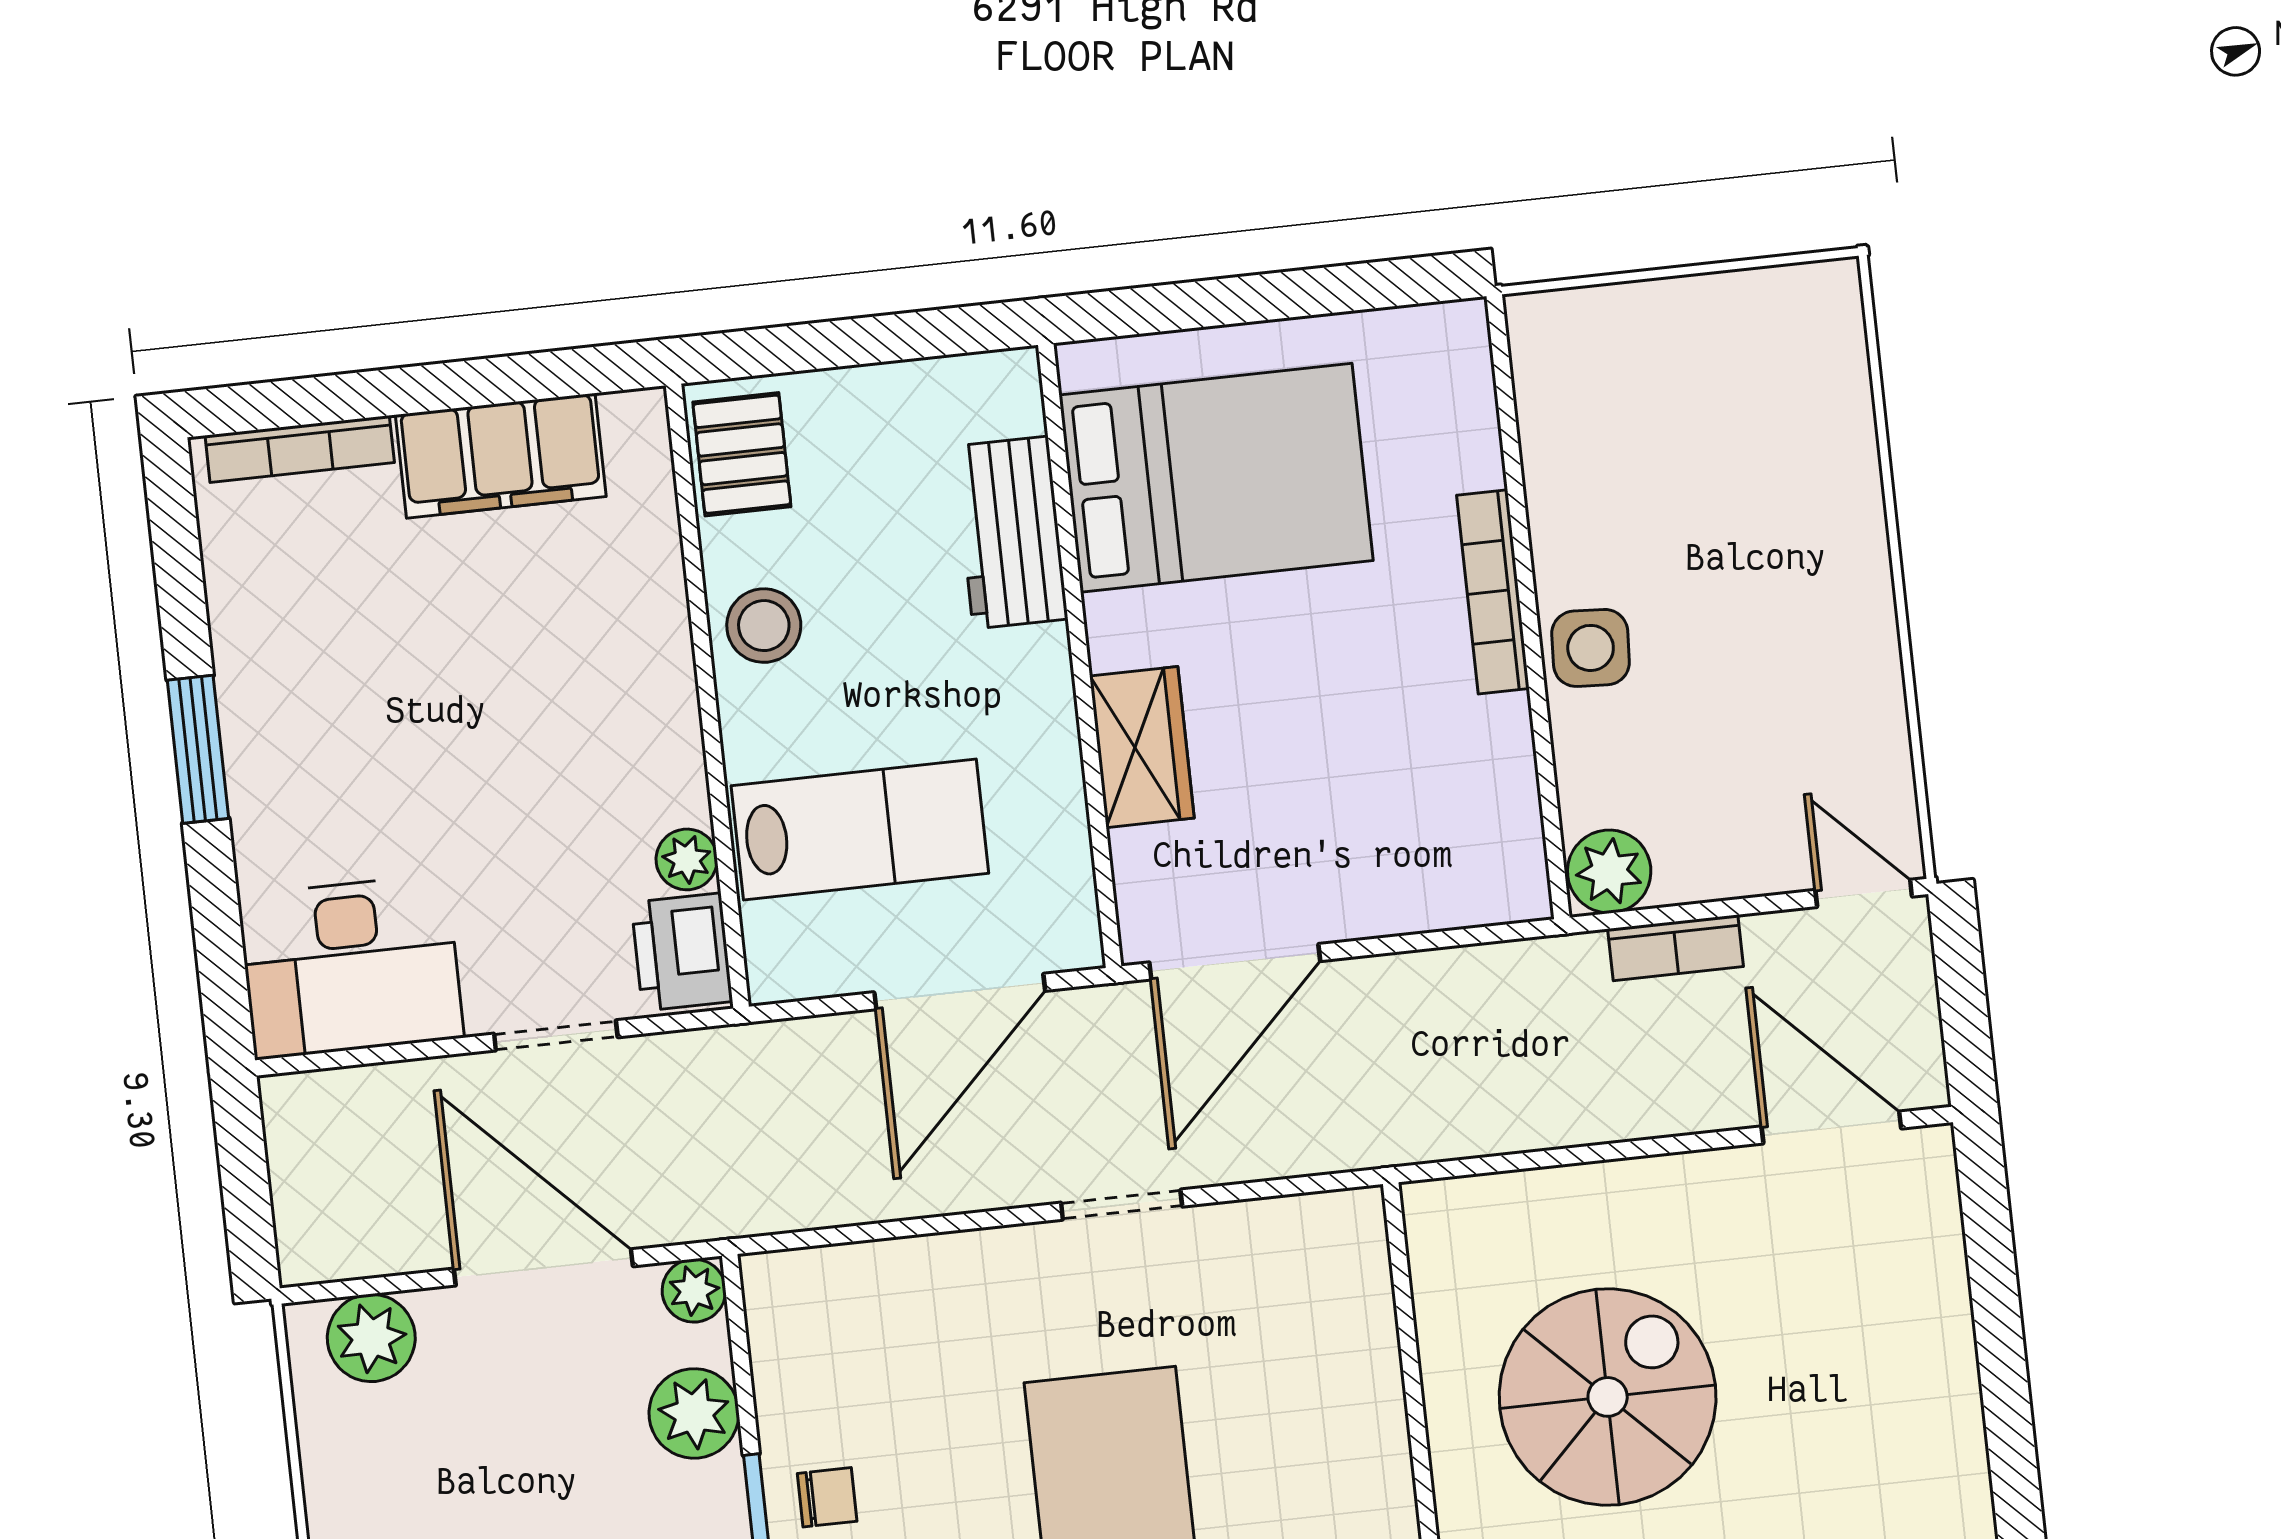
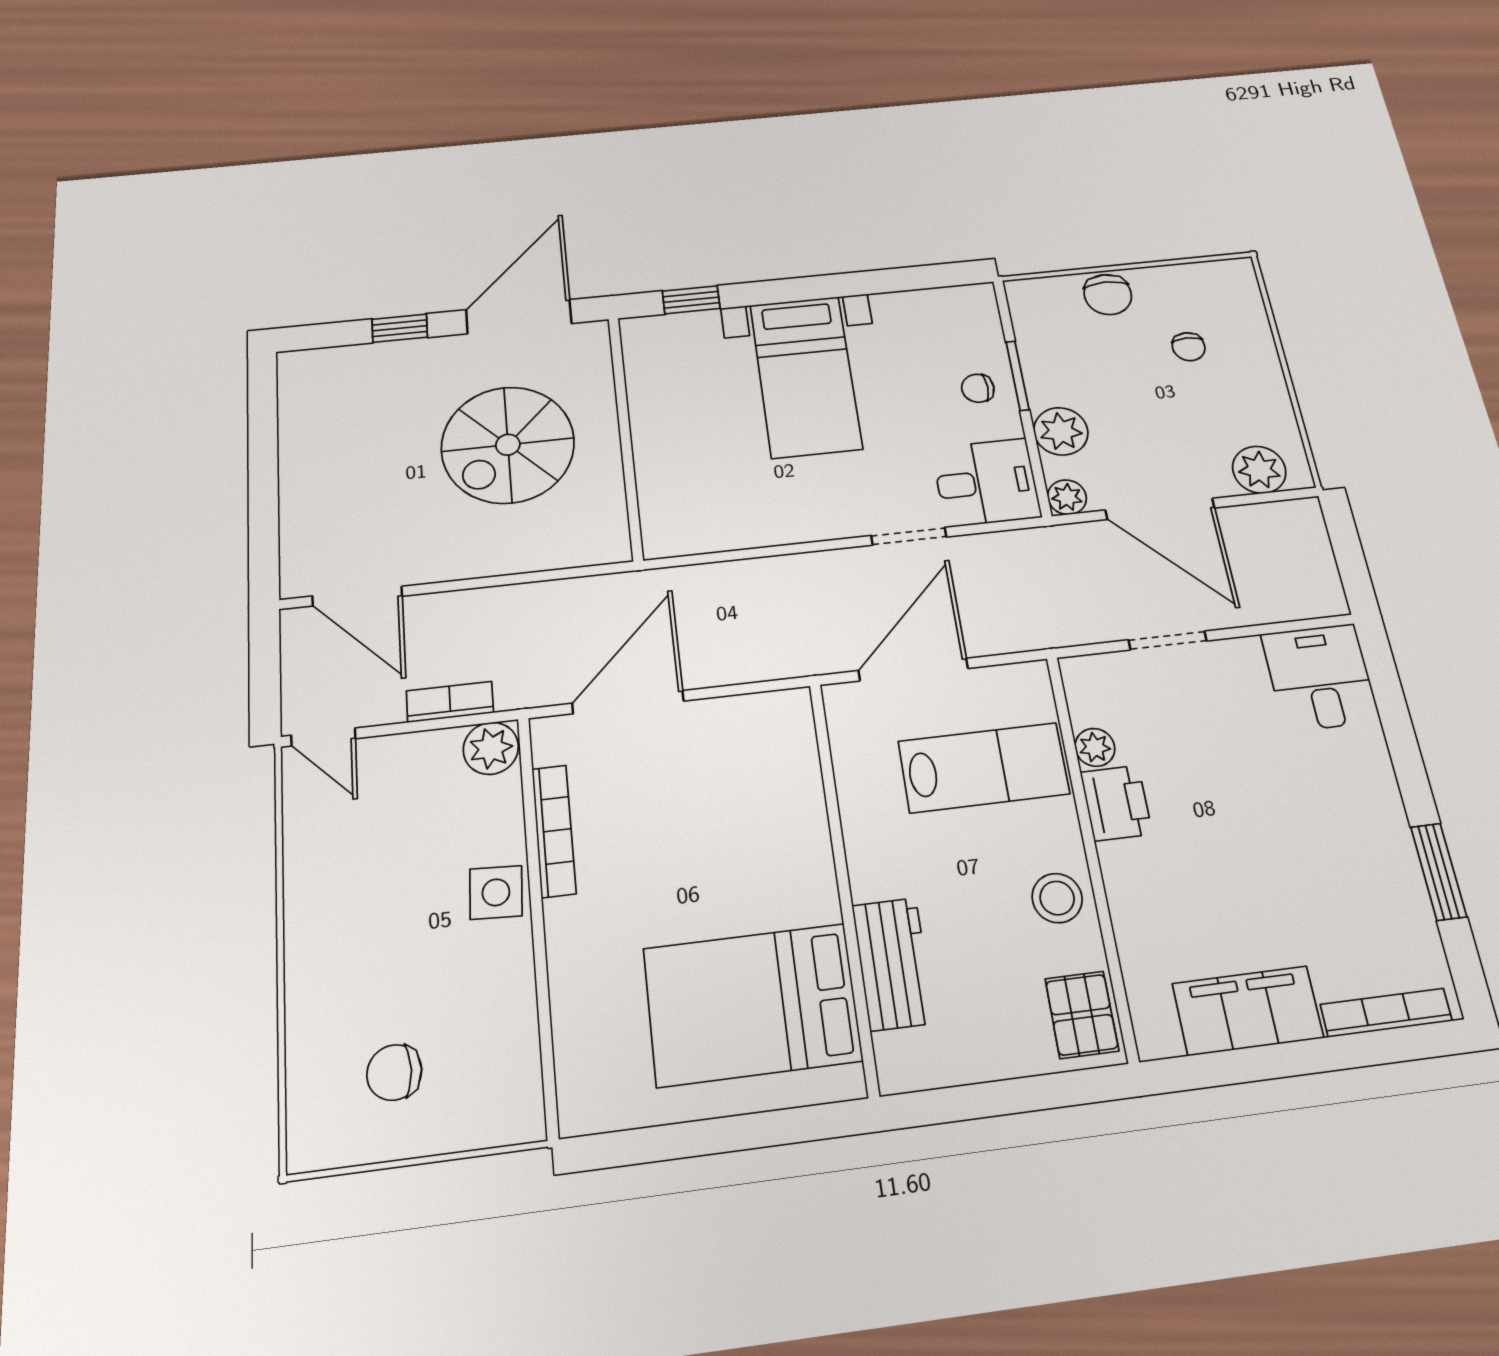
chair: (1721, 392) -> (394, 1072), added
bookcase: (1493, 592) -> (554, 831), moved
wardrobe: (1142, 747) -> (800, 823), removed
window: (198, 749) -> (1439, 872), moved
lab bench: (860, 830) -> (984, 768), turned 180
printer: (682, 952) -> (1116, 803), moved
door: (1235, 962) -> (628, 702), moved
desk: (351, 967) -> (1320, 677), width x0.73
doorway: (1122, 1205) -> (909, 536), moved
desk: (824, 1319) -> (986, 482), added

